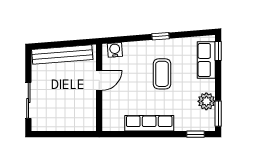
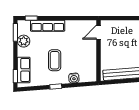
water cooler: (115, 50) -> (74, 78), moved
door: (99, 80) -> (99, 32), moved
row of seats: (149, 123) -> (48, 26), moved

